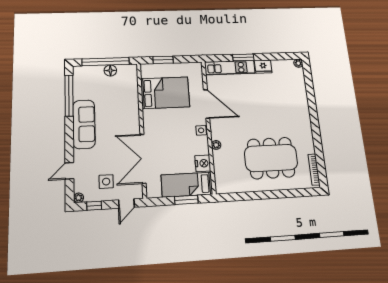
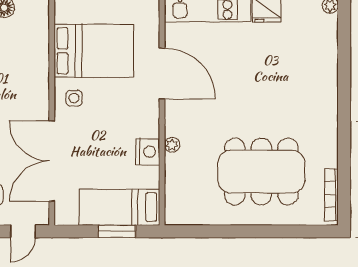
side table: (201, 130) -> (74, 98), moved
nightstand: (203, 163) -> (148, 152), moved

